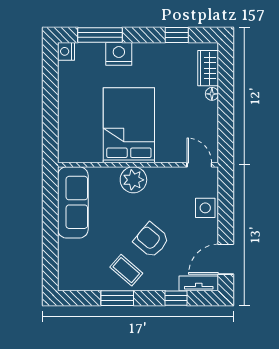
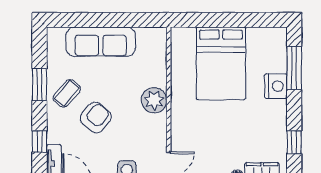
nightstand: (66, 51) -> (278, 35), removed
bed: (129, 125) -> (221, 63), moved, turned 90
sofa: (73, 202) -> (101, 42), moved

